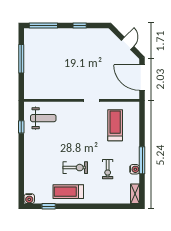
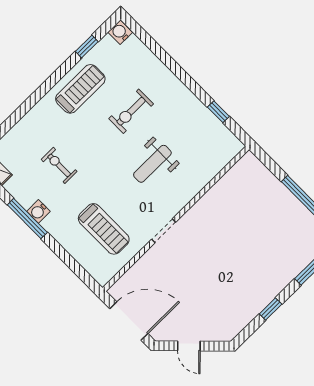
weight bench: (43, 118) -> (152, 164), moved
exercise bike: (75, 168) -> (131, 111), moved
water cooler: (135, 169) -> (38, 211), moved

